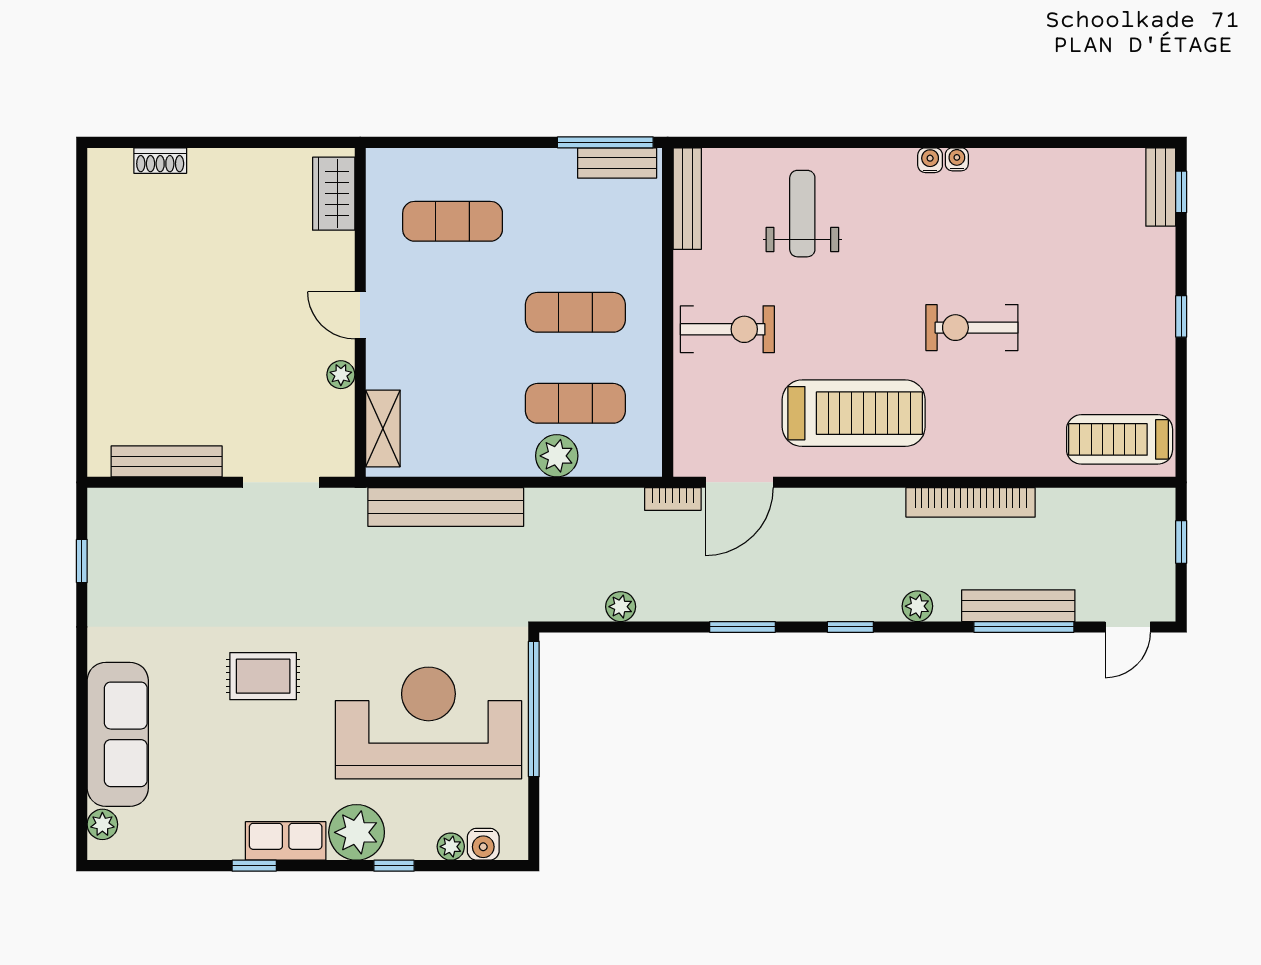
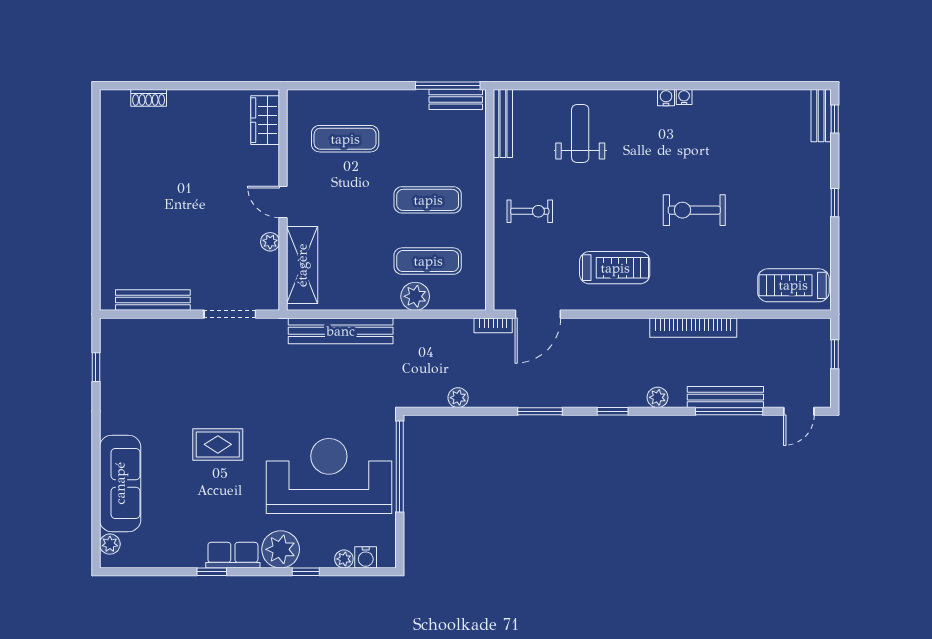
exercise bike: (727, 329) -> (530, 211), width x0.73, depth x0.72
treadmill: (854, 413) -> (615, 268), width x0.73, depth x0.73
shelving: (383, 428) -> (302, 265), width x1.50, depth x1.33

